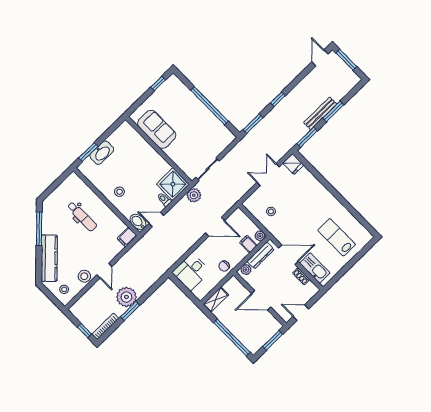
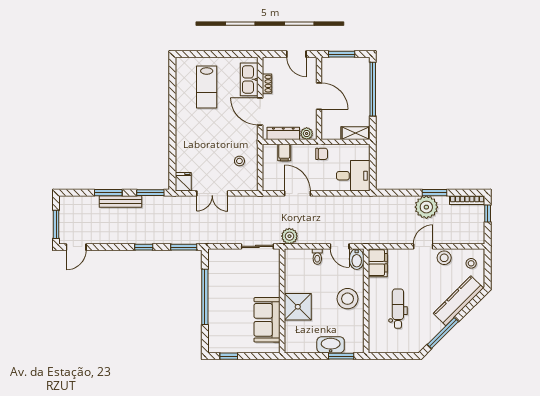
shower: (173, 184) -> (298, 307), moved
stool: (119, 192) -> (348, 299), width x1.89, depth x1.89
plant: (260, 236) -> (268, 150), removed
filing cabinet: (127, 237) -> (378, 263), width x2.00

